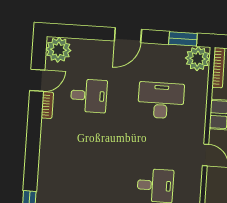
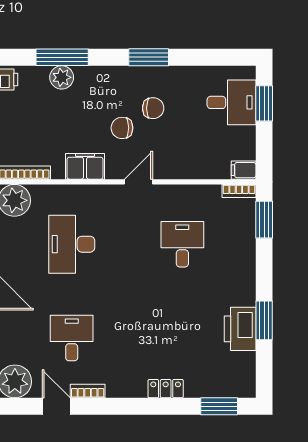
locker: (45, 165) -> (166, 389), added

